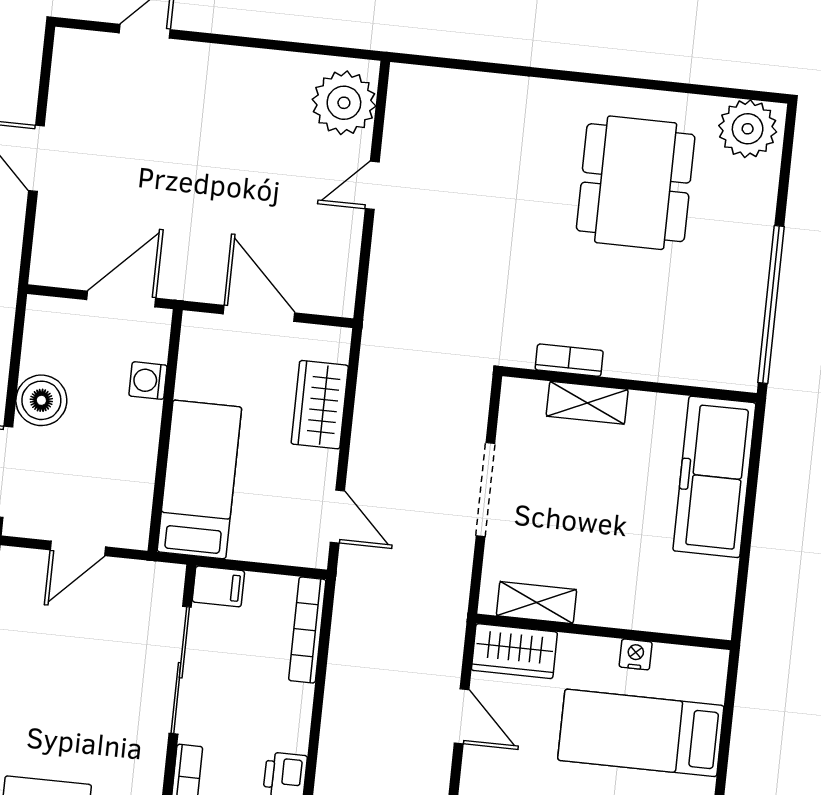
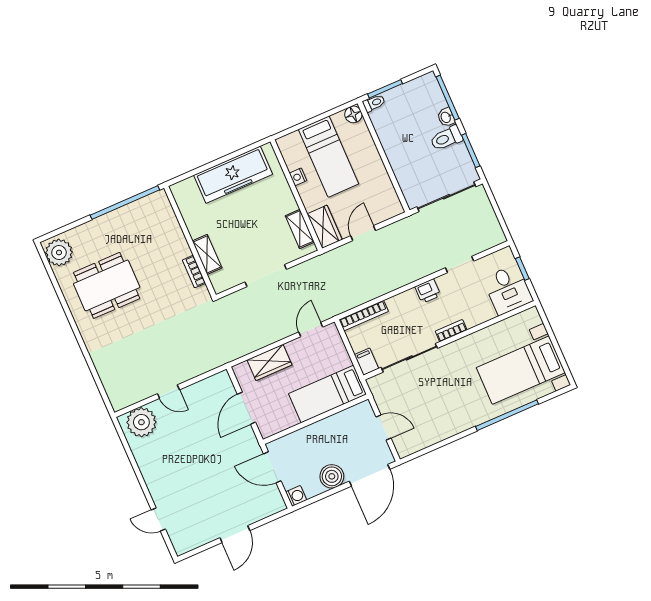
washing machine: (148, 381) -> (296, 496), moved, turned -90
freezer: (714, 477) -> (233, 175), moved

